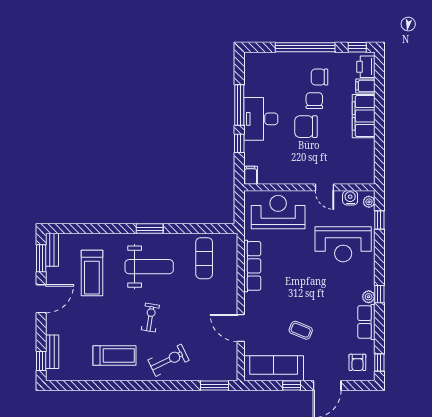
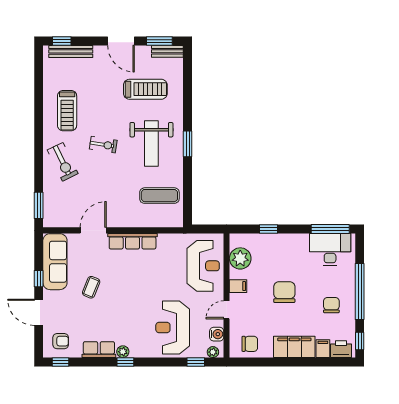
chair: (314, 101) -> (250, 344), moved
window: (239, 105) -> (330, 229), moved
desk: (261, 119) -> (330, 249), moved
plant: (270, 173) -> (240, 258), added
filing cabinet: (251, 175) -> (238, 286), moved
row of seats: (252, 266) -> (133, 241), moved
treadmill: (92, 273) -> (145, 89), turned 180
bench: (52, 352) -> (71, 51), width x1.36
armchair: (357, 362) -> (61, 341), turned 180

